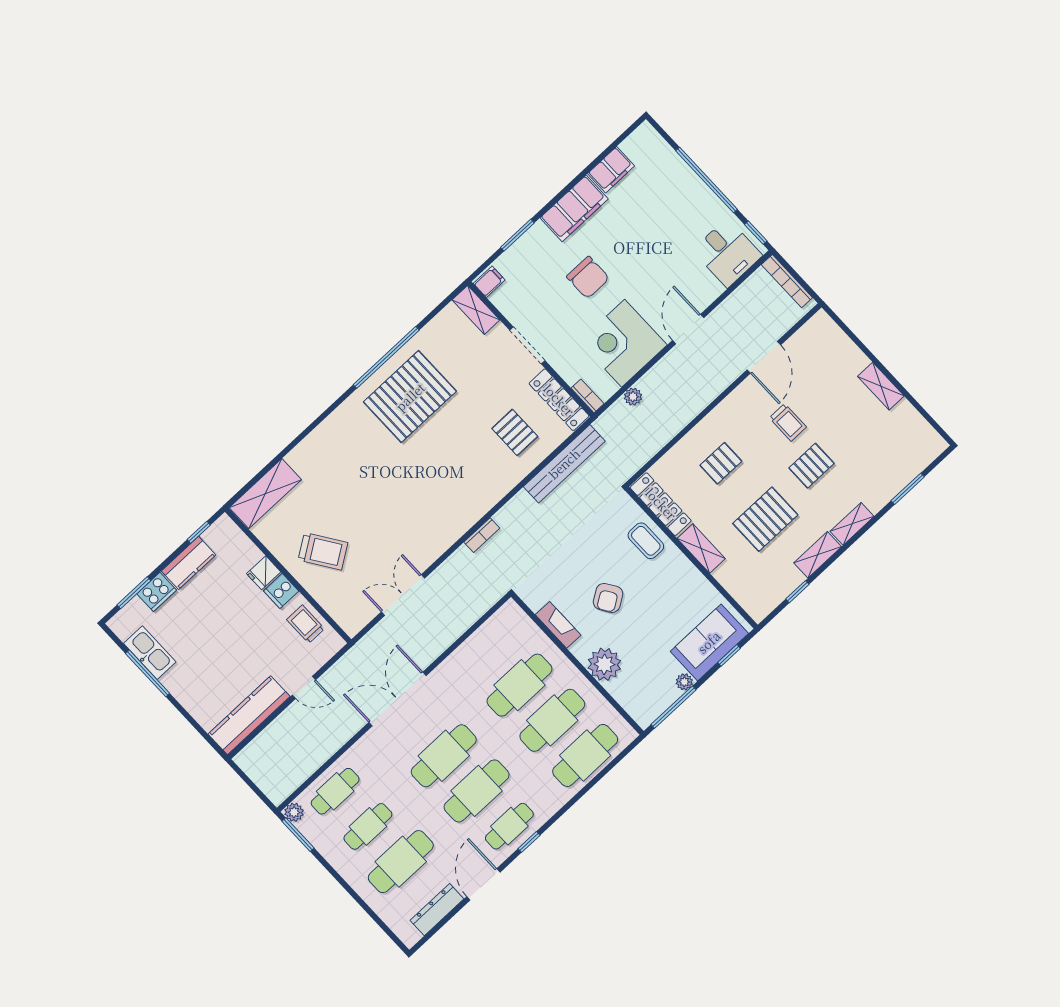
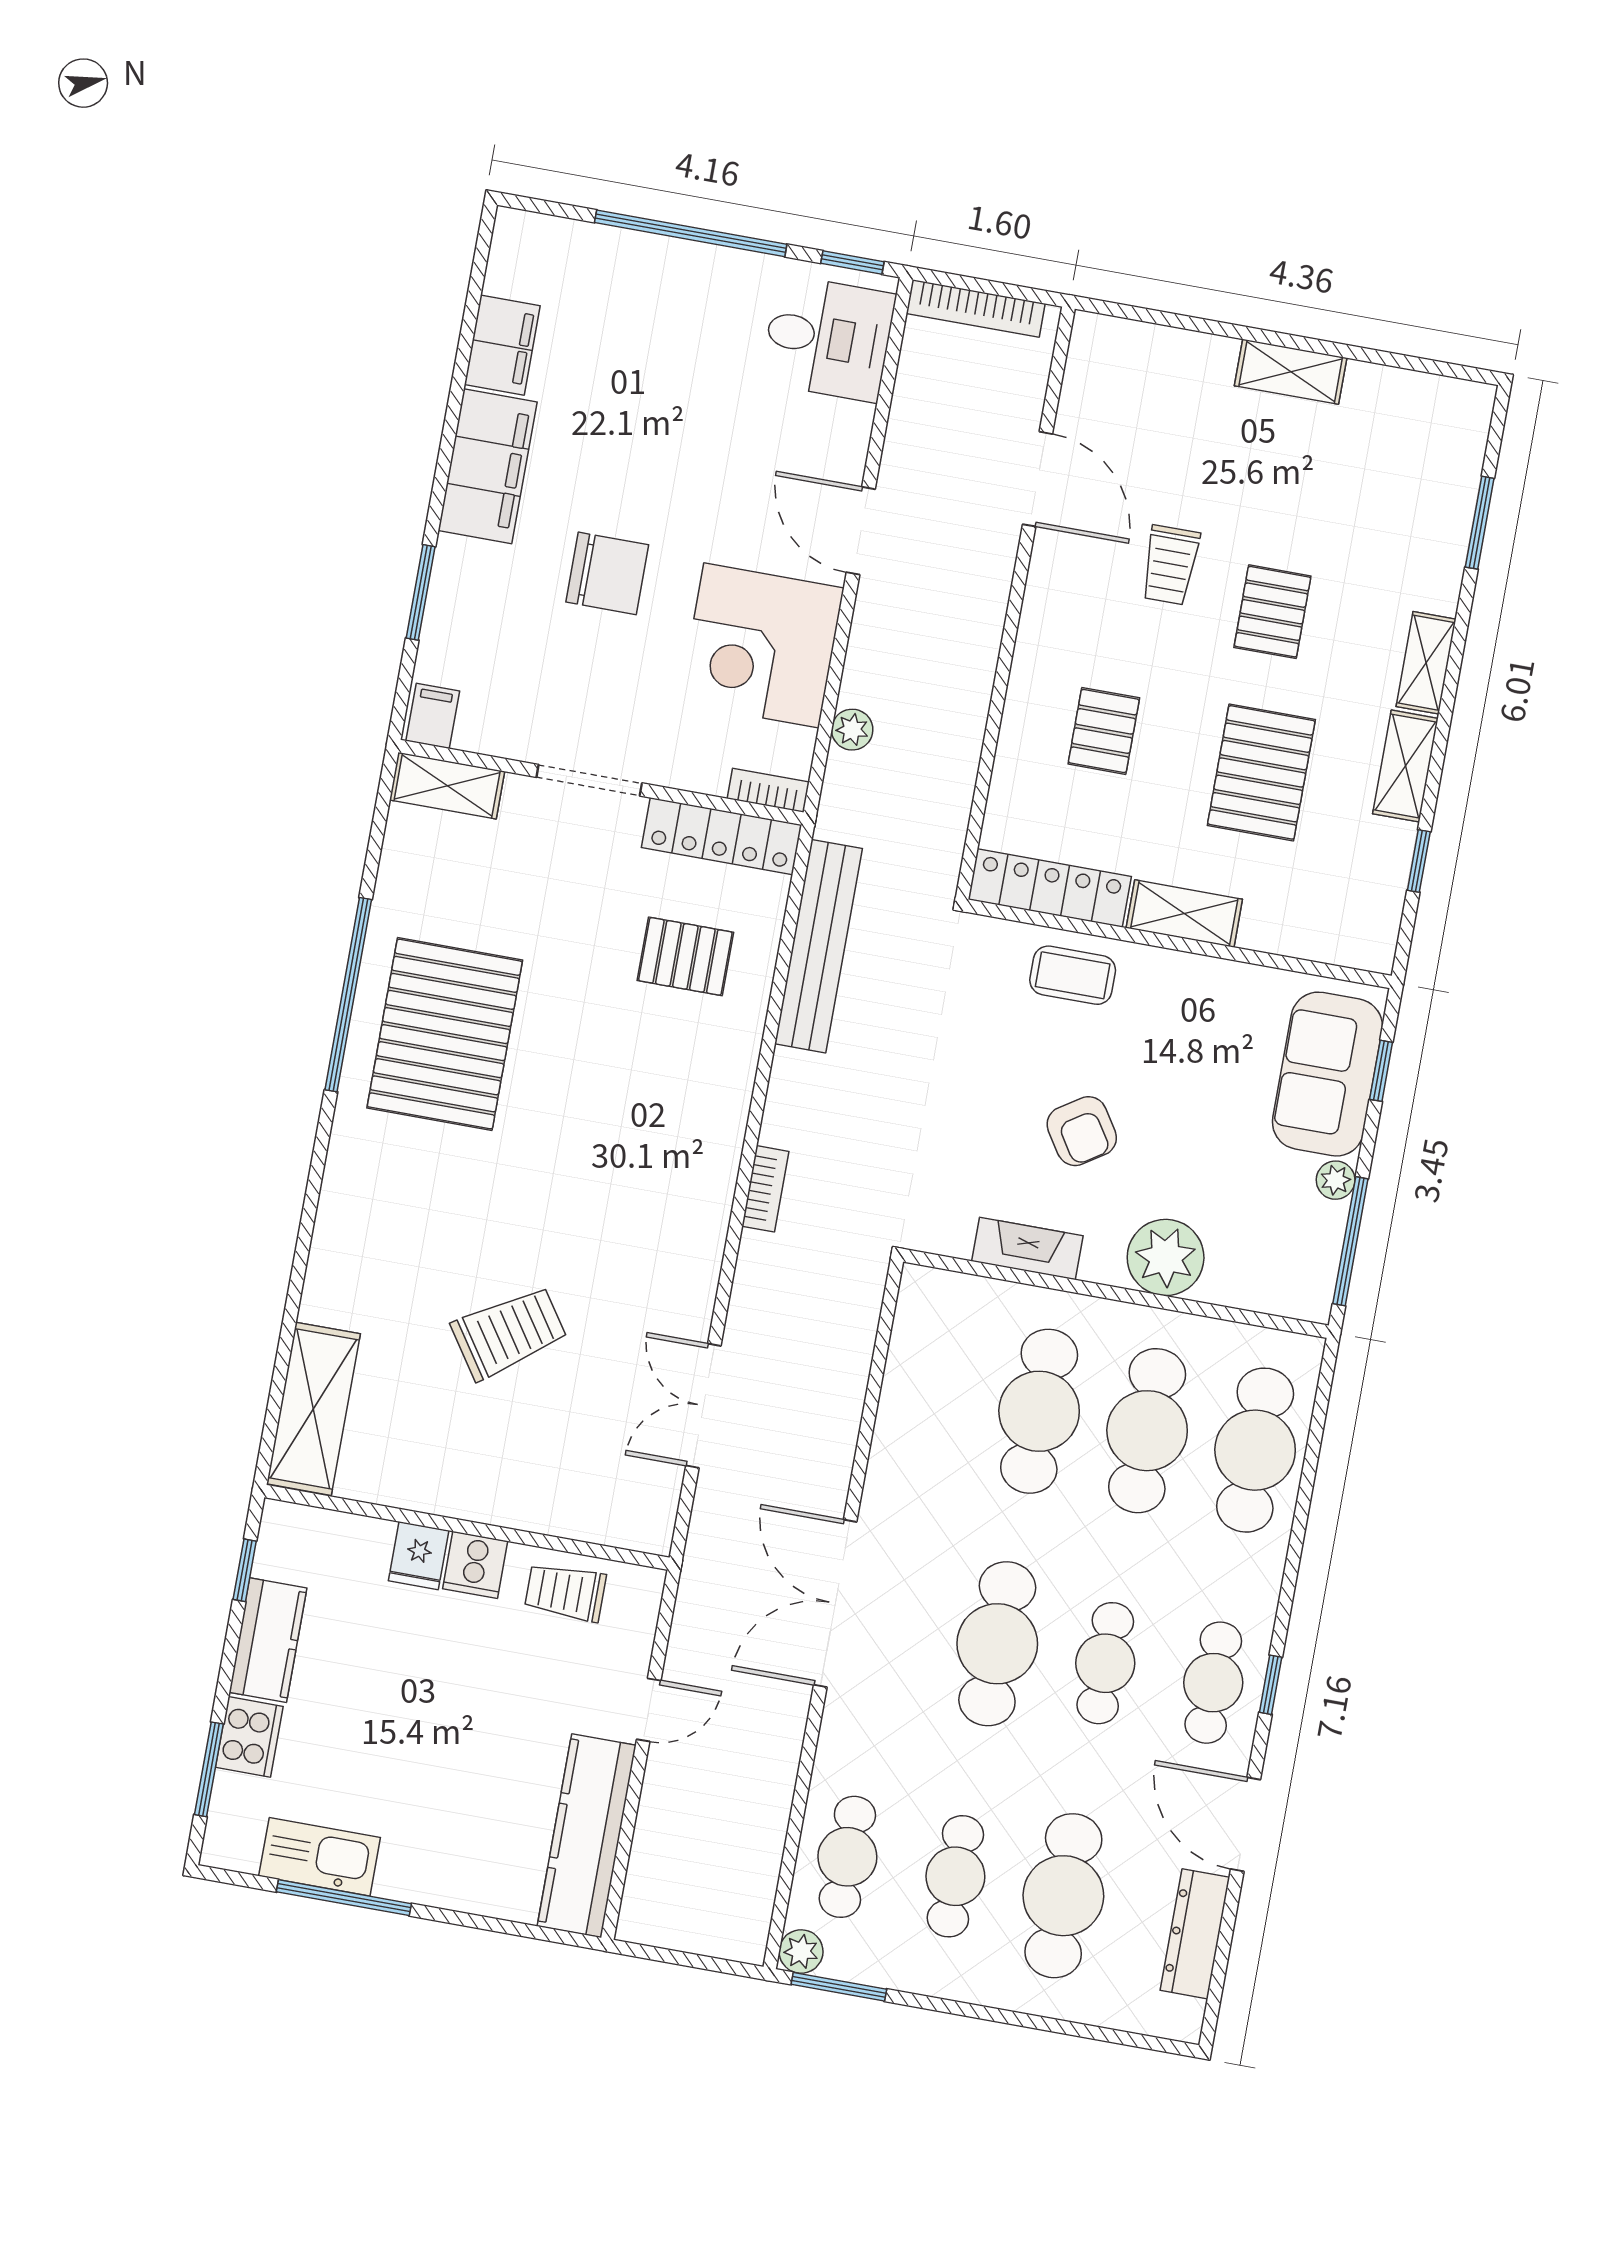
trolley: (788, 422) -> (1170, 565), turned 90
trolley: (323, 551) -> (509, 1333), moved
cafe table: (477, 791) -> (1105, 1663), width x0.73, depth x0.74

